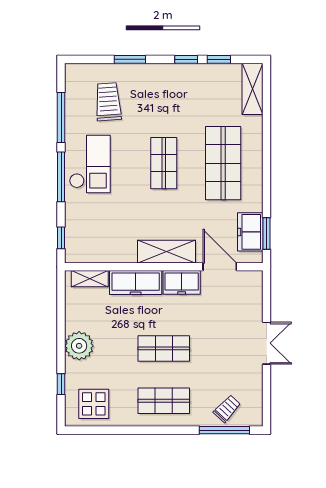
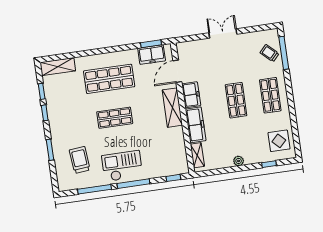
trolley: (108, 102) -> (80, 160), turned 89
plant: (79, 346) -> (239, 161), width x0.53, depth x0.53

